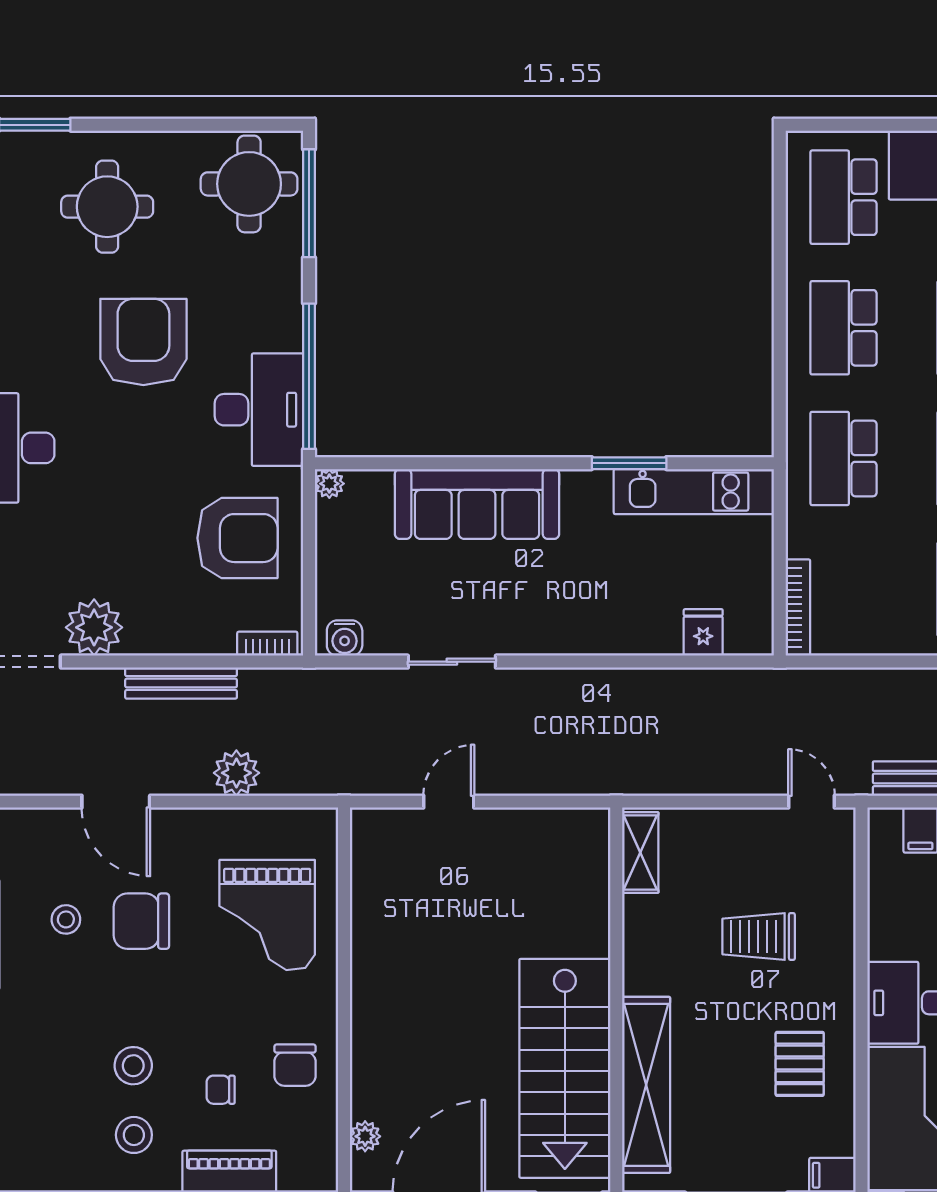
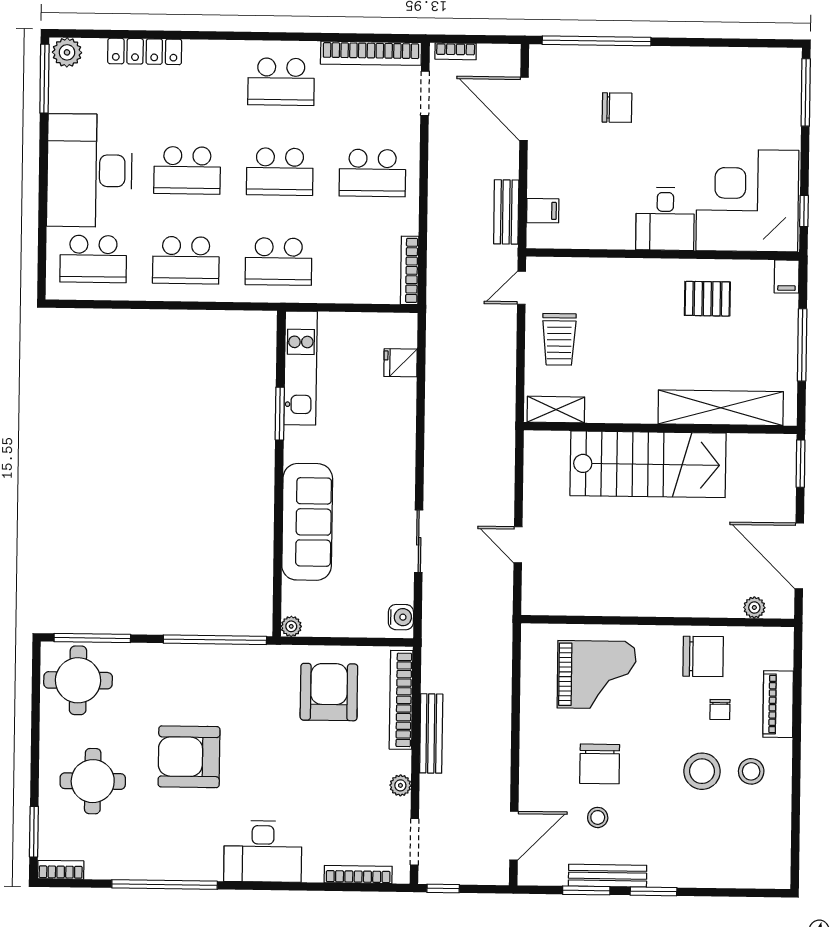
desk: (259, 410) -> (238, 676), removed
bookcase: (798, 608) -> (410, 270), moved, turned -90
plant: (94, 627) -> (400, 785), width x0.53, depth x0.53
bookcase: (267, 644) -> (401, 700), width x2.31, depth x1.31
plant: (236, 773) -> (496, 695), removed
door: (116, 802) -> (514, 836), moved
trolley: (759, 937) -> (559, 339), moved
chair: (295, 1065) -> (703, 656), width x1.37, depth x1.37
stool: (133, 1066) -> (702, 771), width x1.38, depth x1.38
stairs: (565, 1068) -> (648, 464), moved

